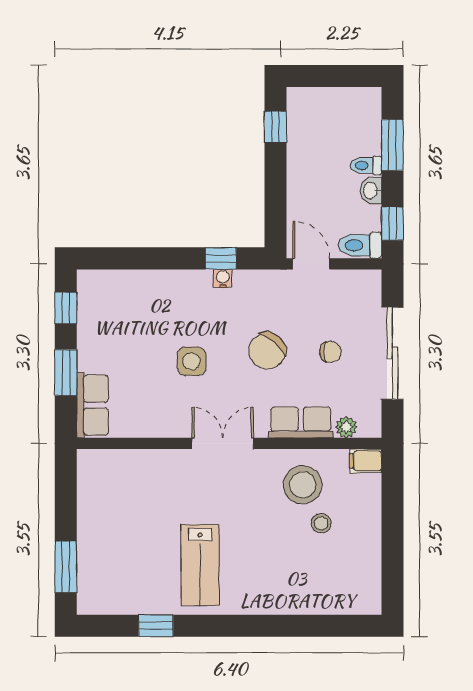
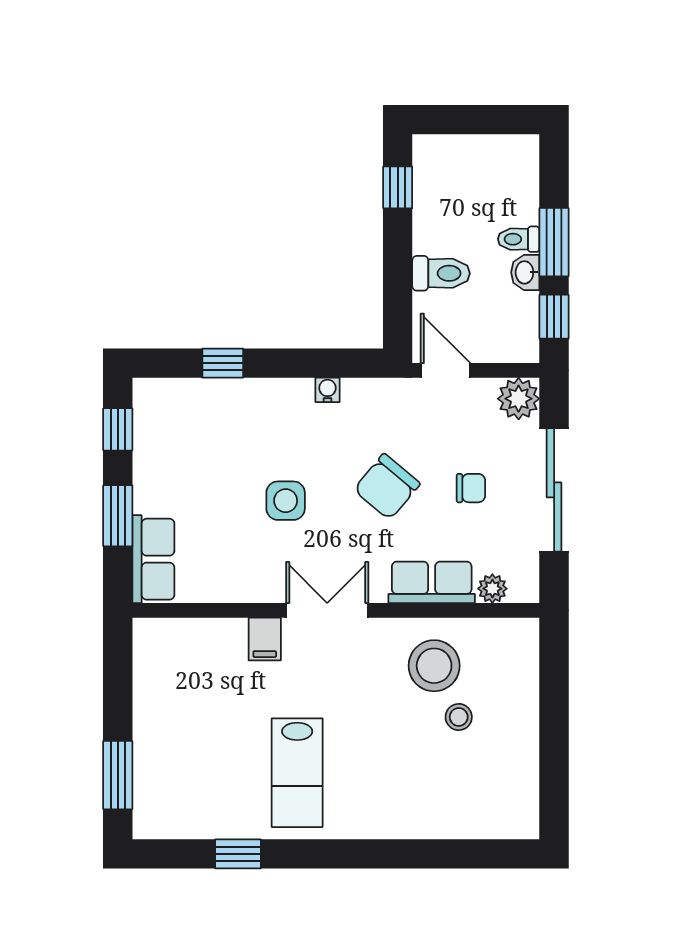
window: (392, 145) -> (554, 242), moved
toilet: (360, 245) -> (441, 273), moved, turned 180
window: (221, 258) -> (223, 363), moved
plant: (366, 285) -> (519, 399), added
filing cabinet: (365, 461) -> (265, 639), moved, turned -90

